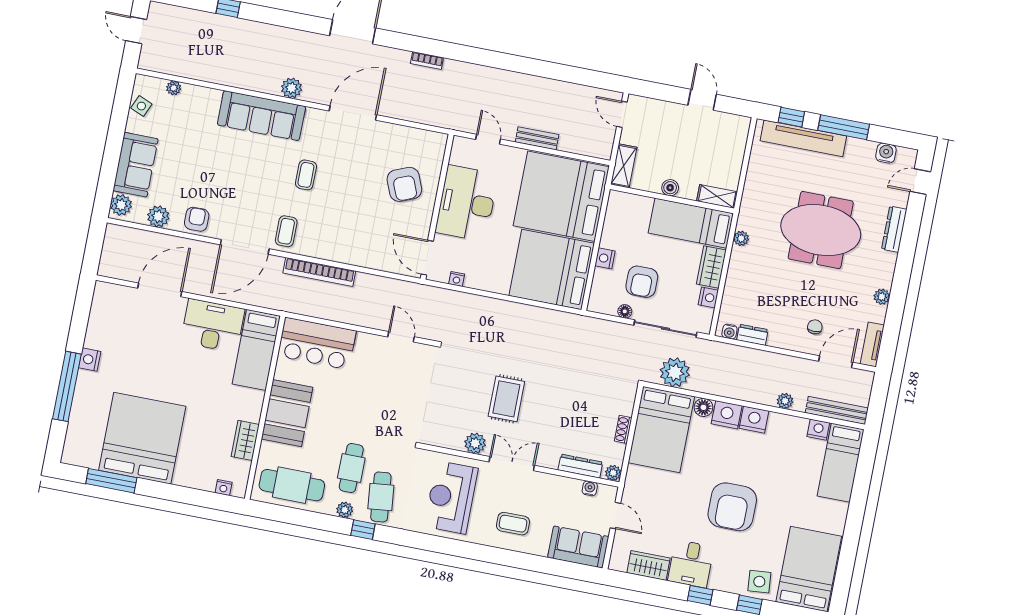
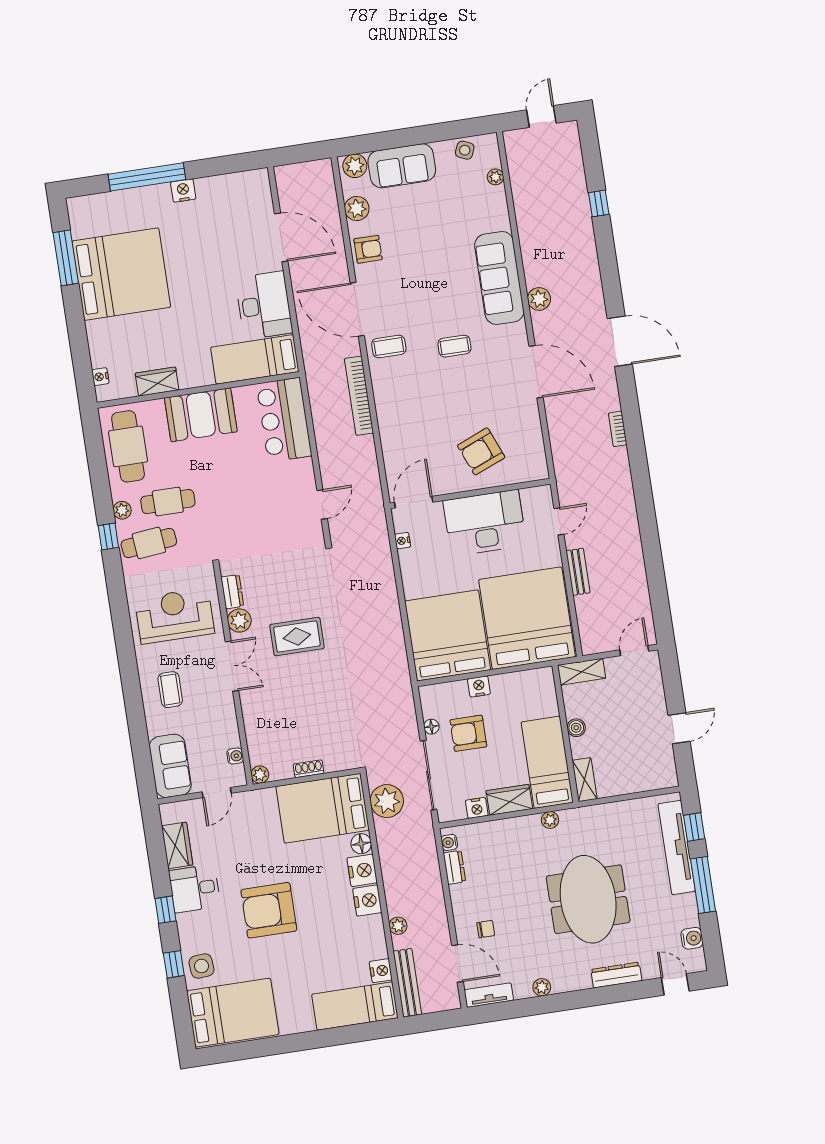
dresser: (580, 466) -> (232, 592), moved, width x0.70

